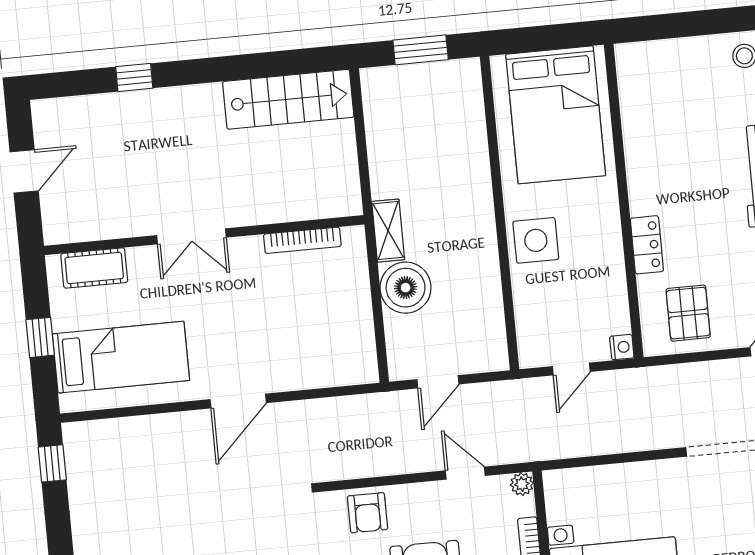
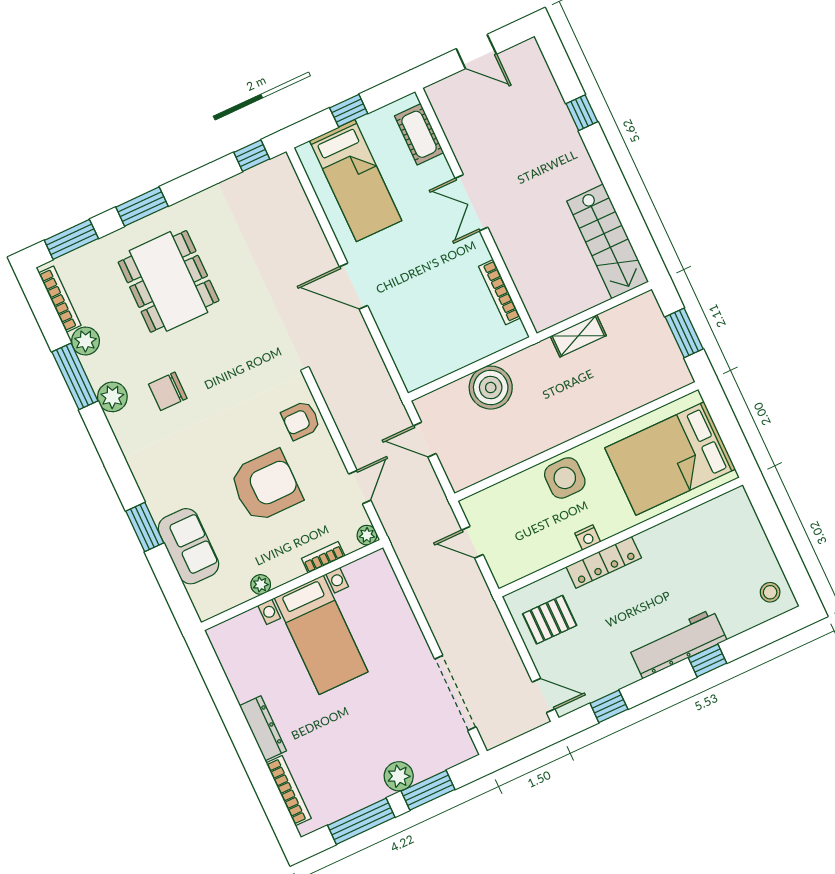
shelving: (388, 231) -> (578, 336), moved
locker: (647, 245) -> (604, 562), width x1.53
nightstand: (622, 347) -> (588, 537), moved

